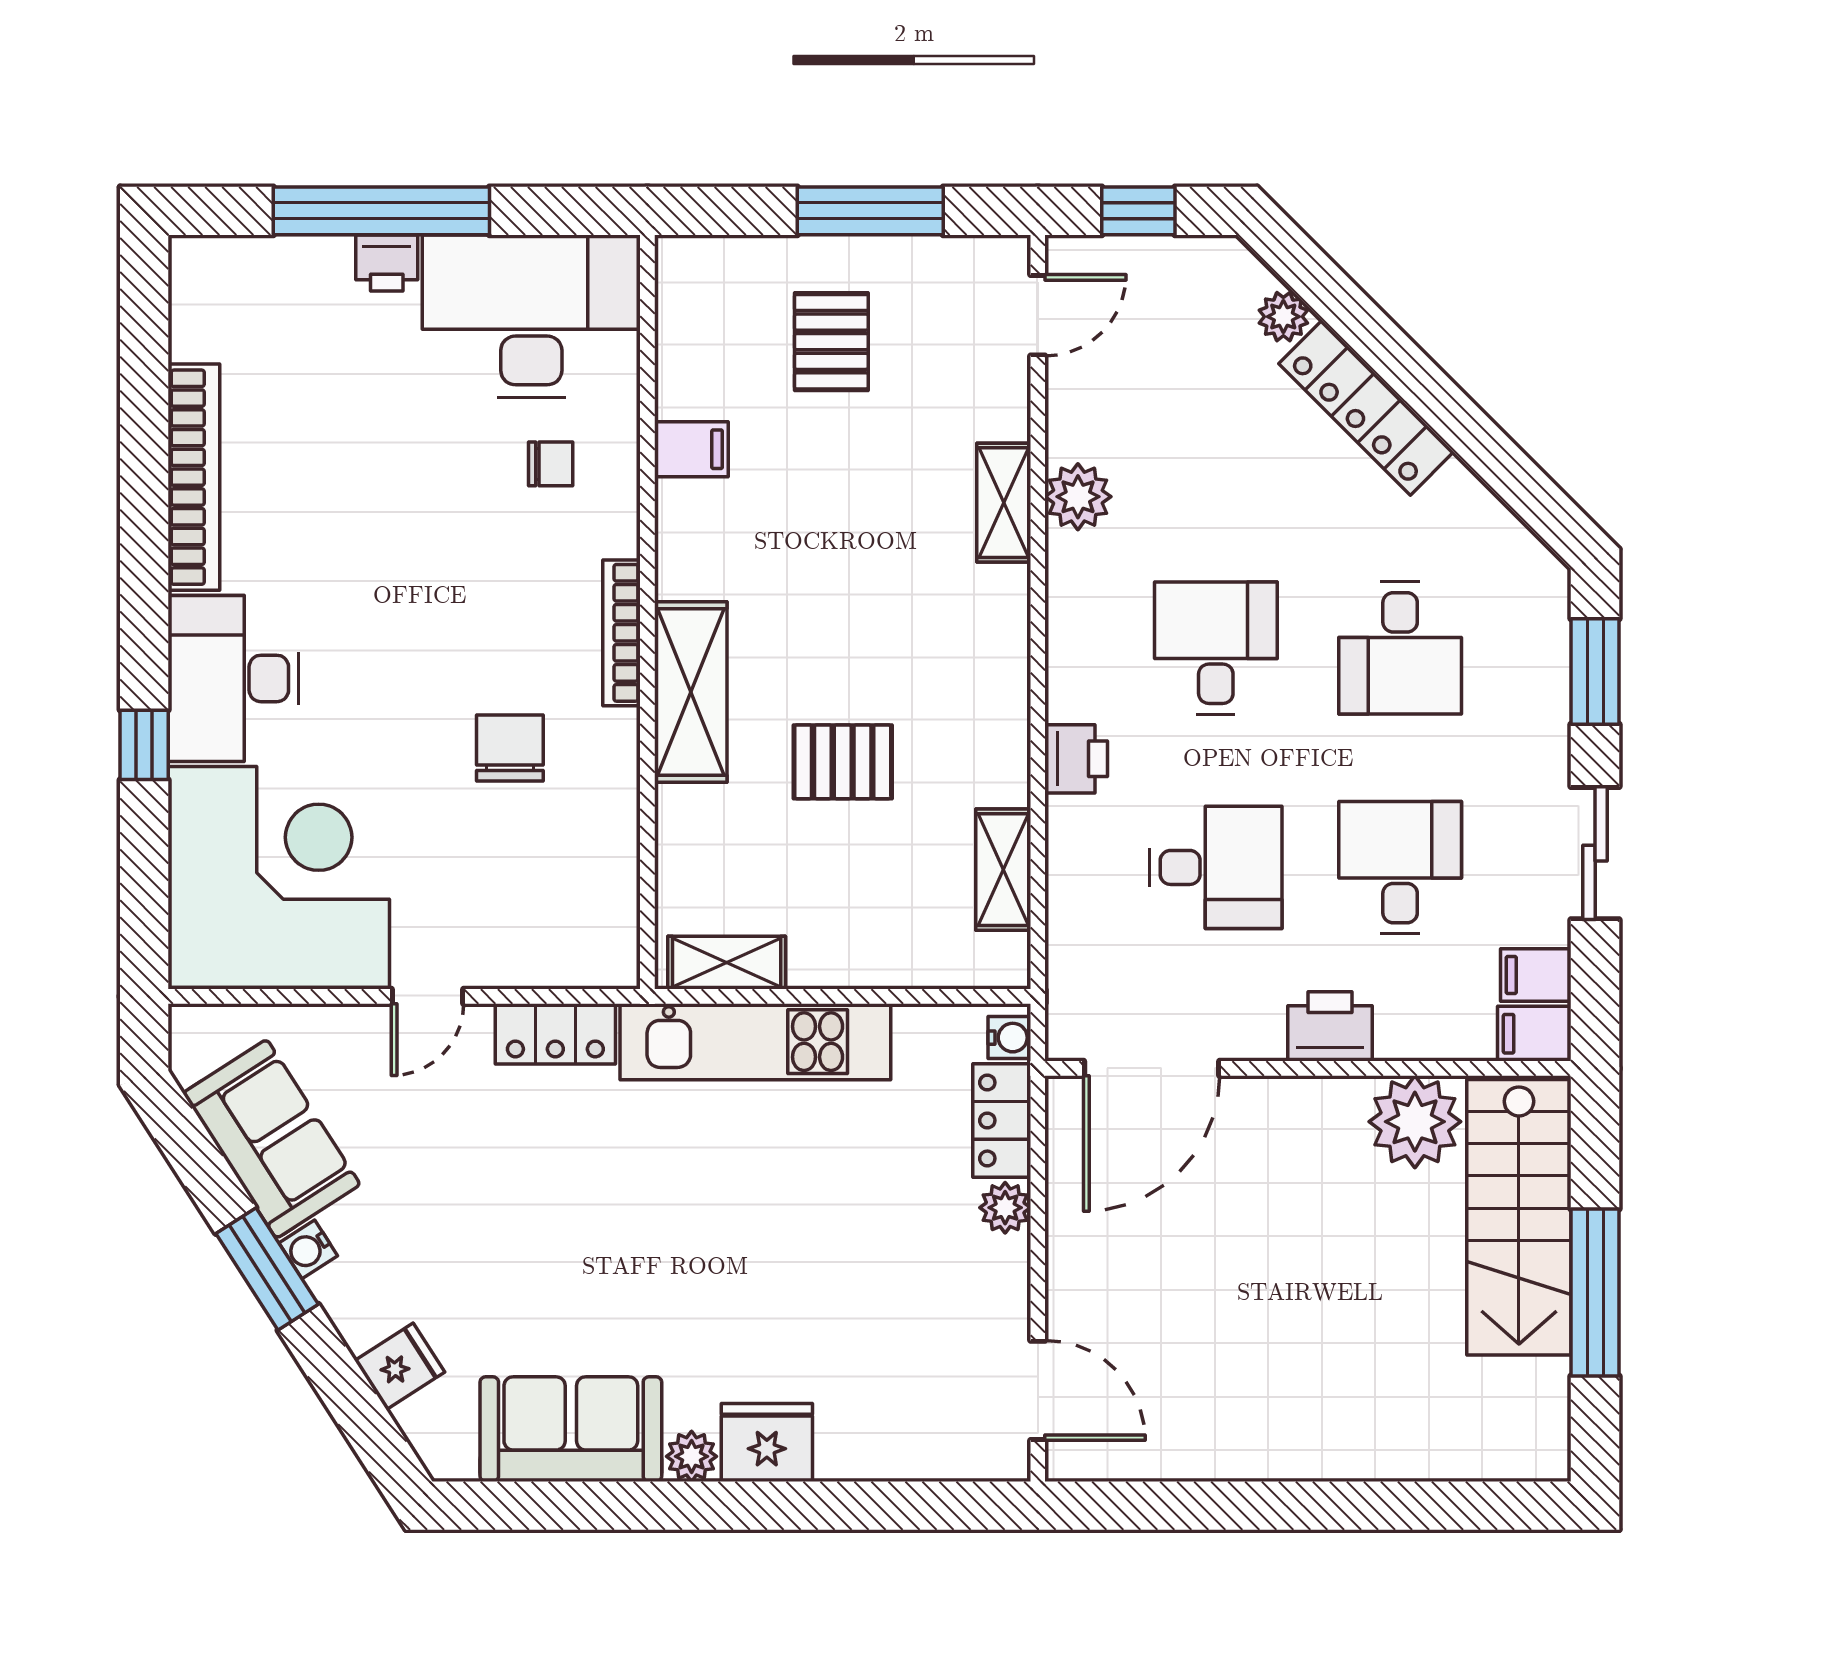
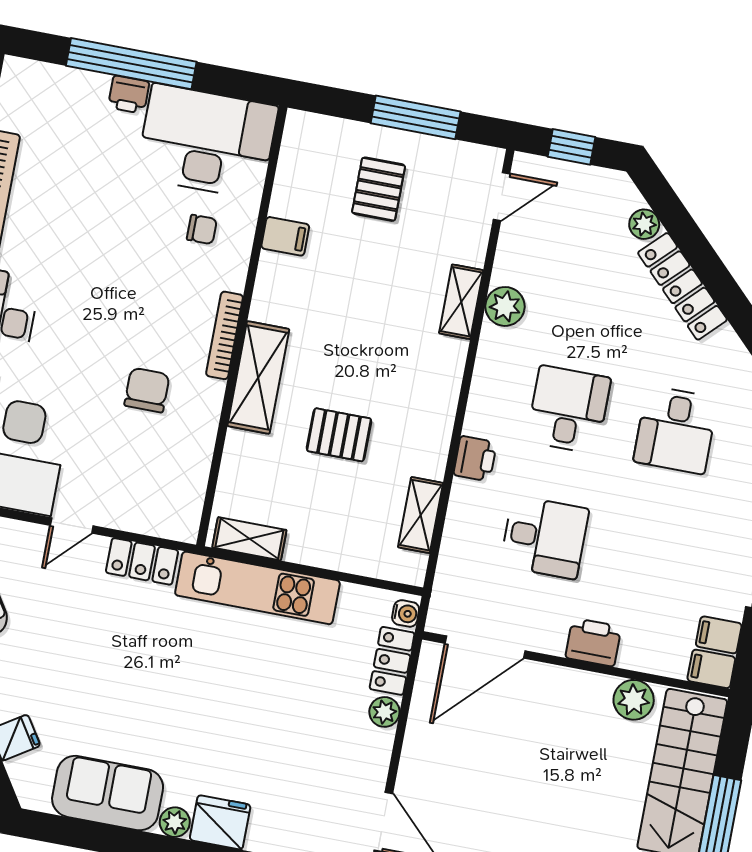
desk: (1400, 867) -> (652, 557), removed
plant: (1415, 1122) -> (634, 700), width x0.73, depth x0.73

